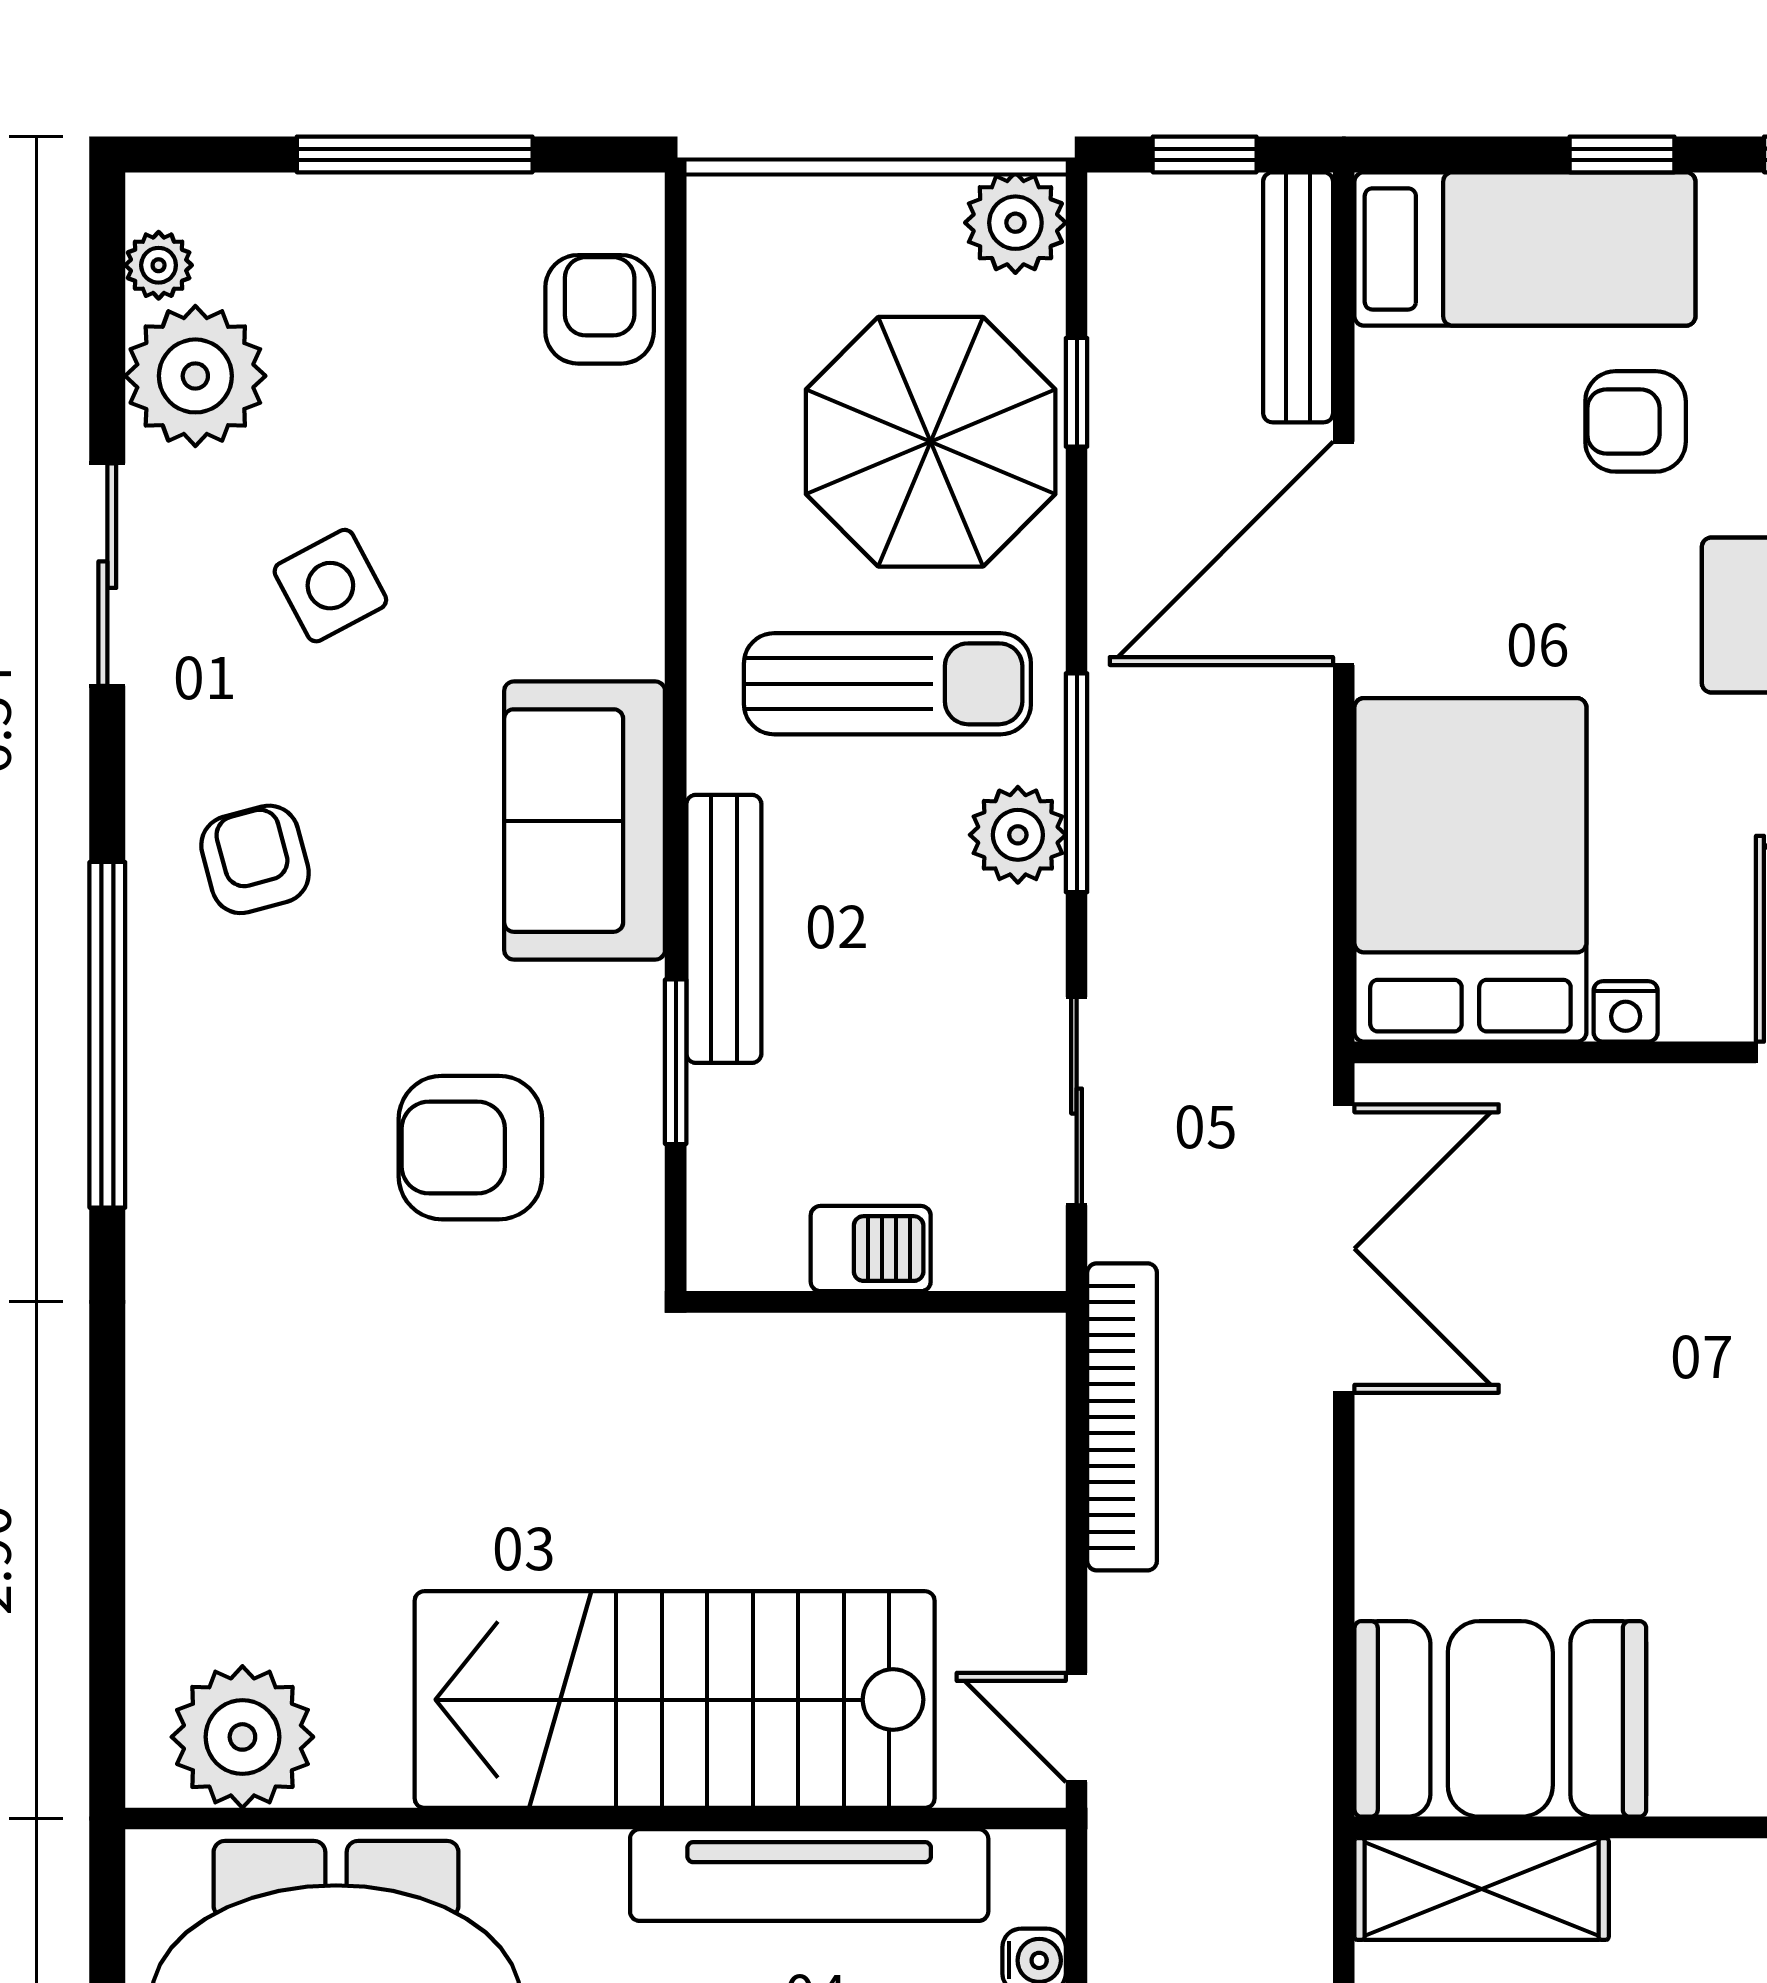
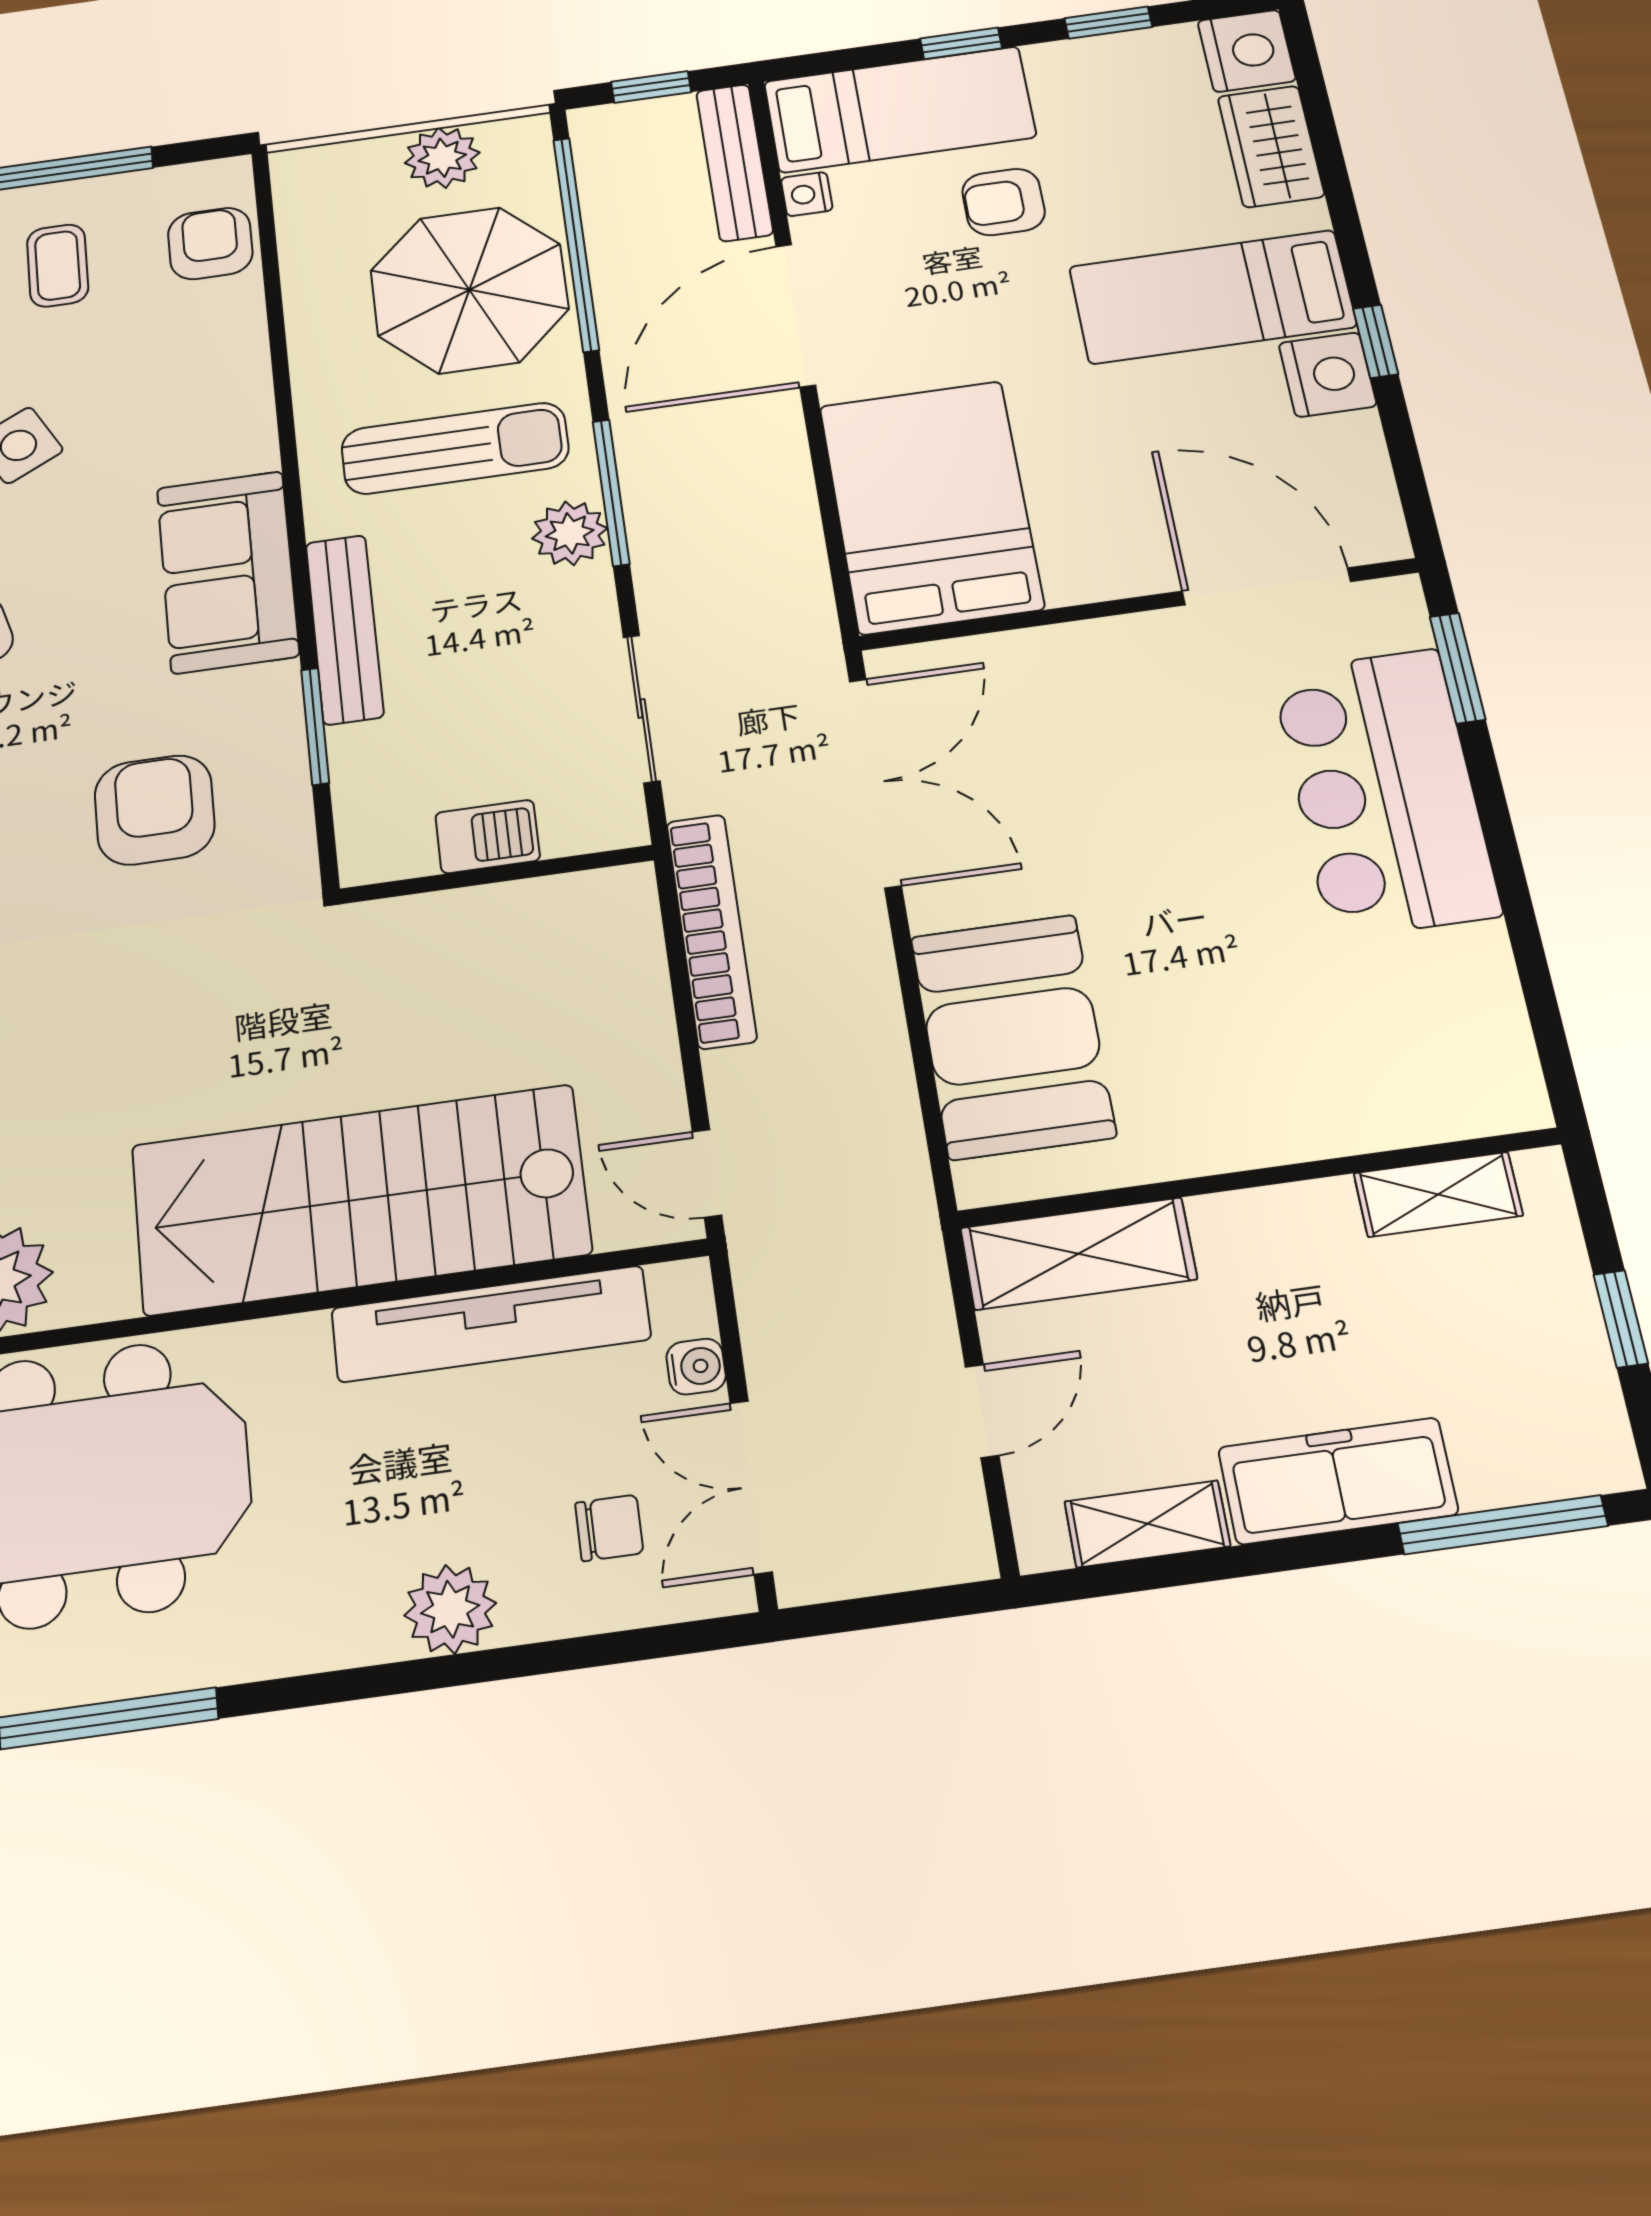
plant: (1015, 223) -> (442, 158), moved
coffee table: (396, 310) -> (58, 265), added
window: (1077, 392) -> (576, 244), width x3.17
nightstand: (1626, 1011) -> (807, 194), moved, turned 90
armchair: (470, 1148) -> (155, 810), turned 90
booth: (1500, 1719) -> (1013, 1036), moved, turned 90

